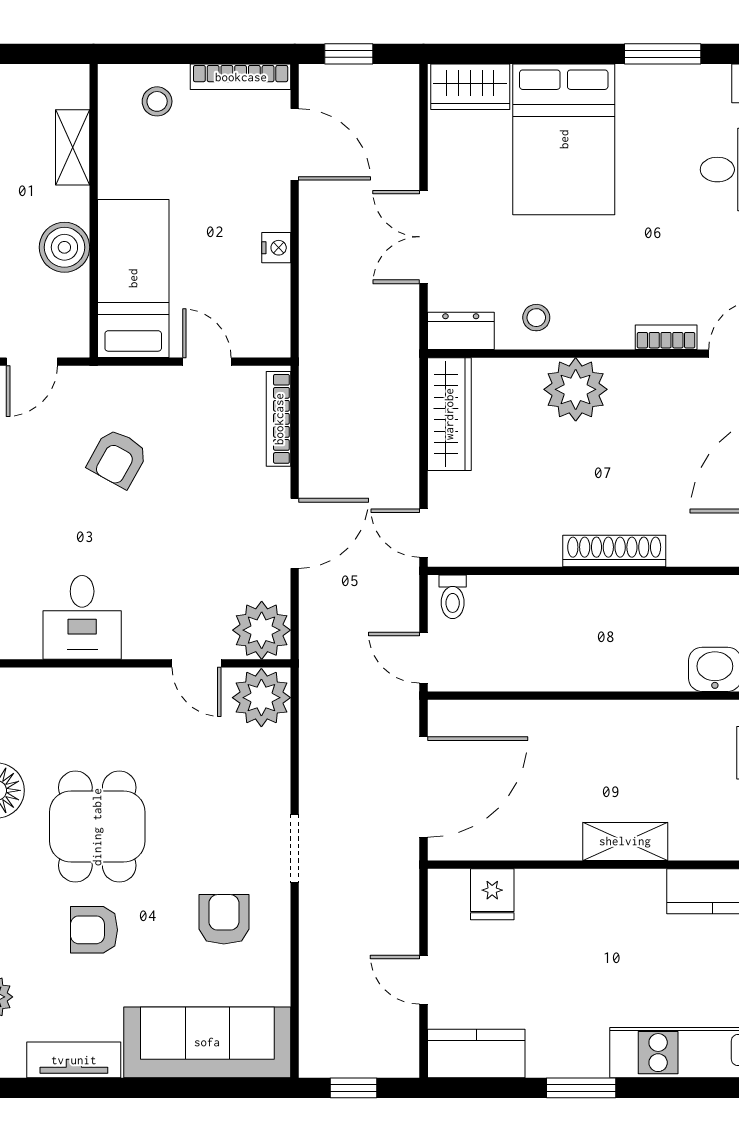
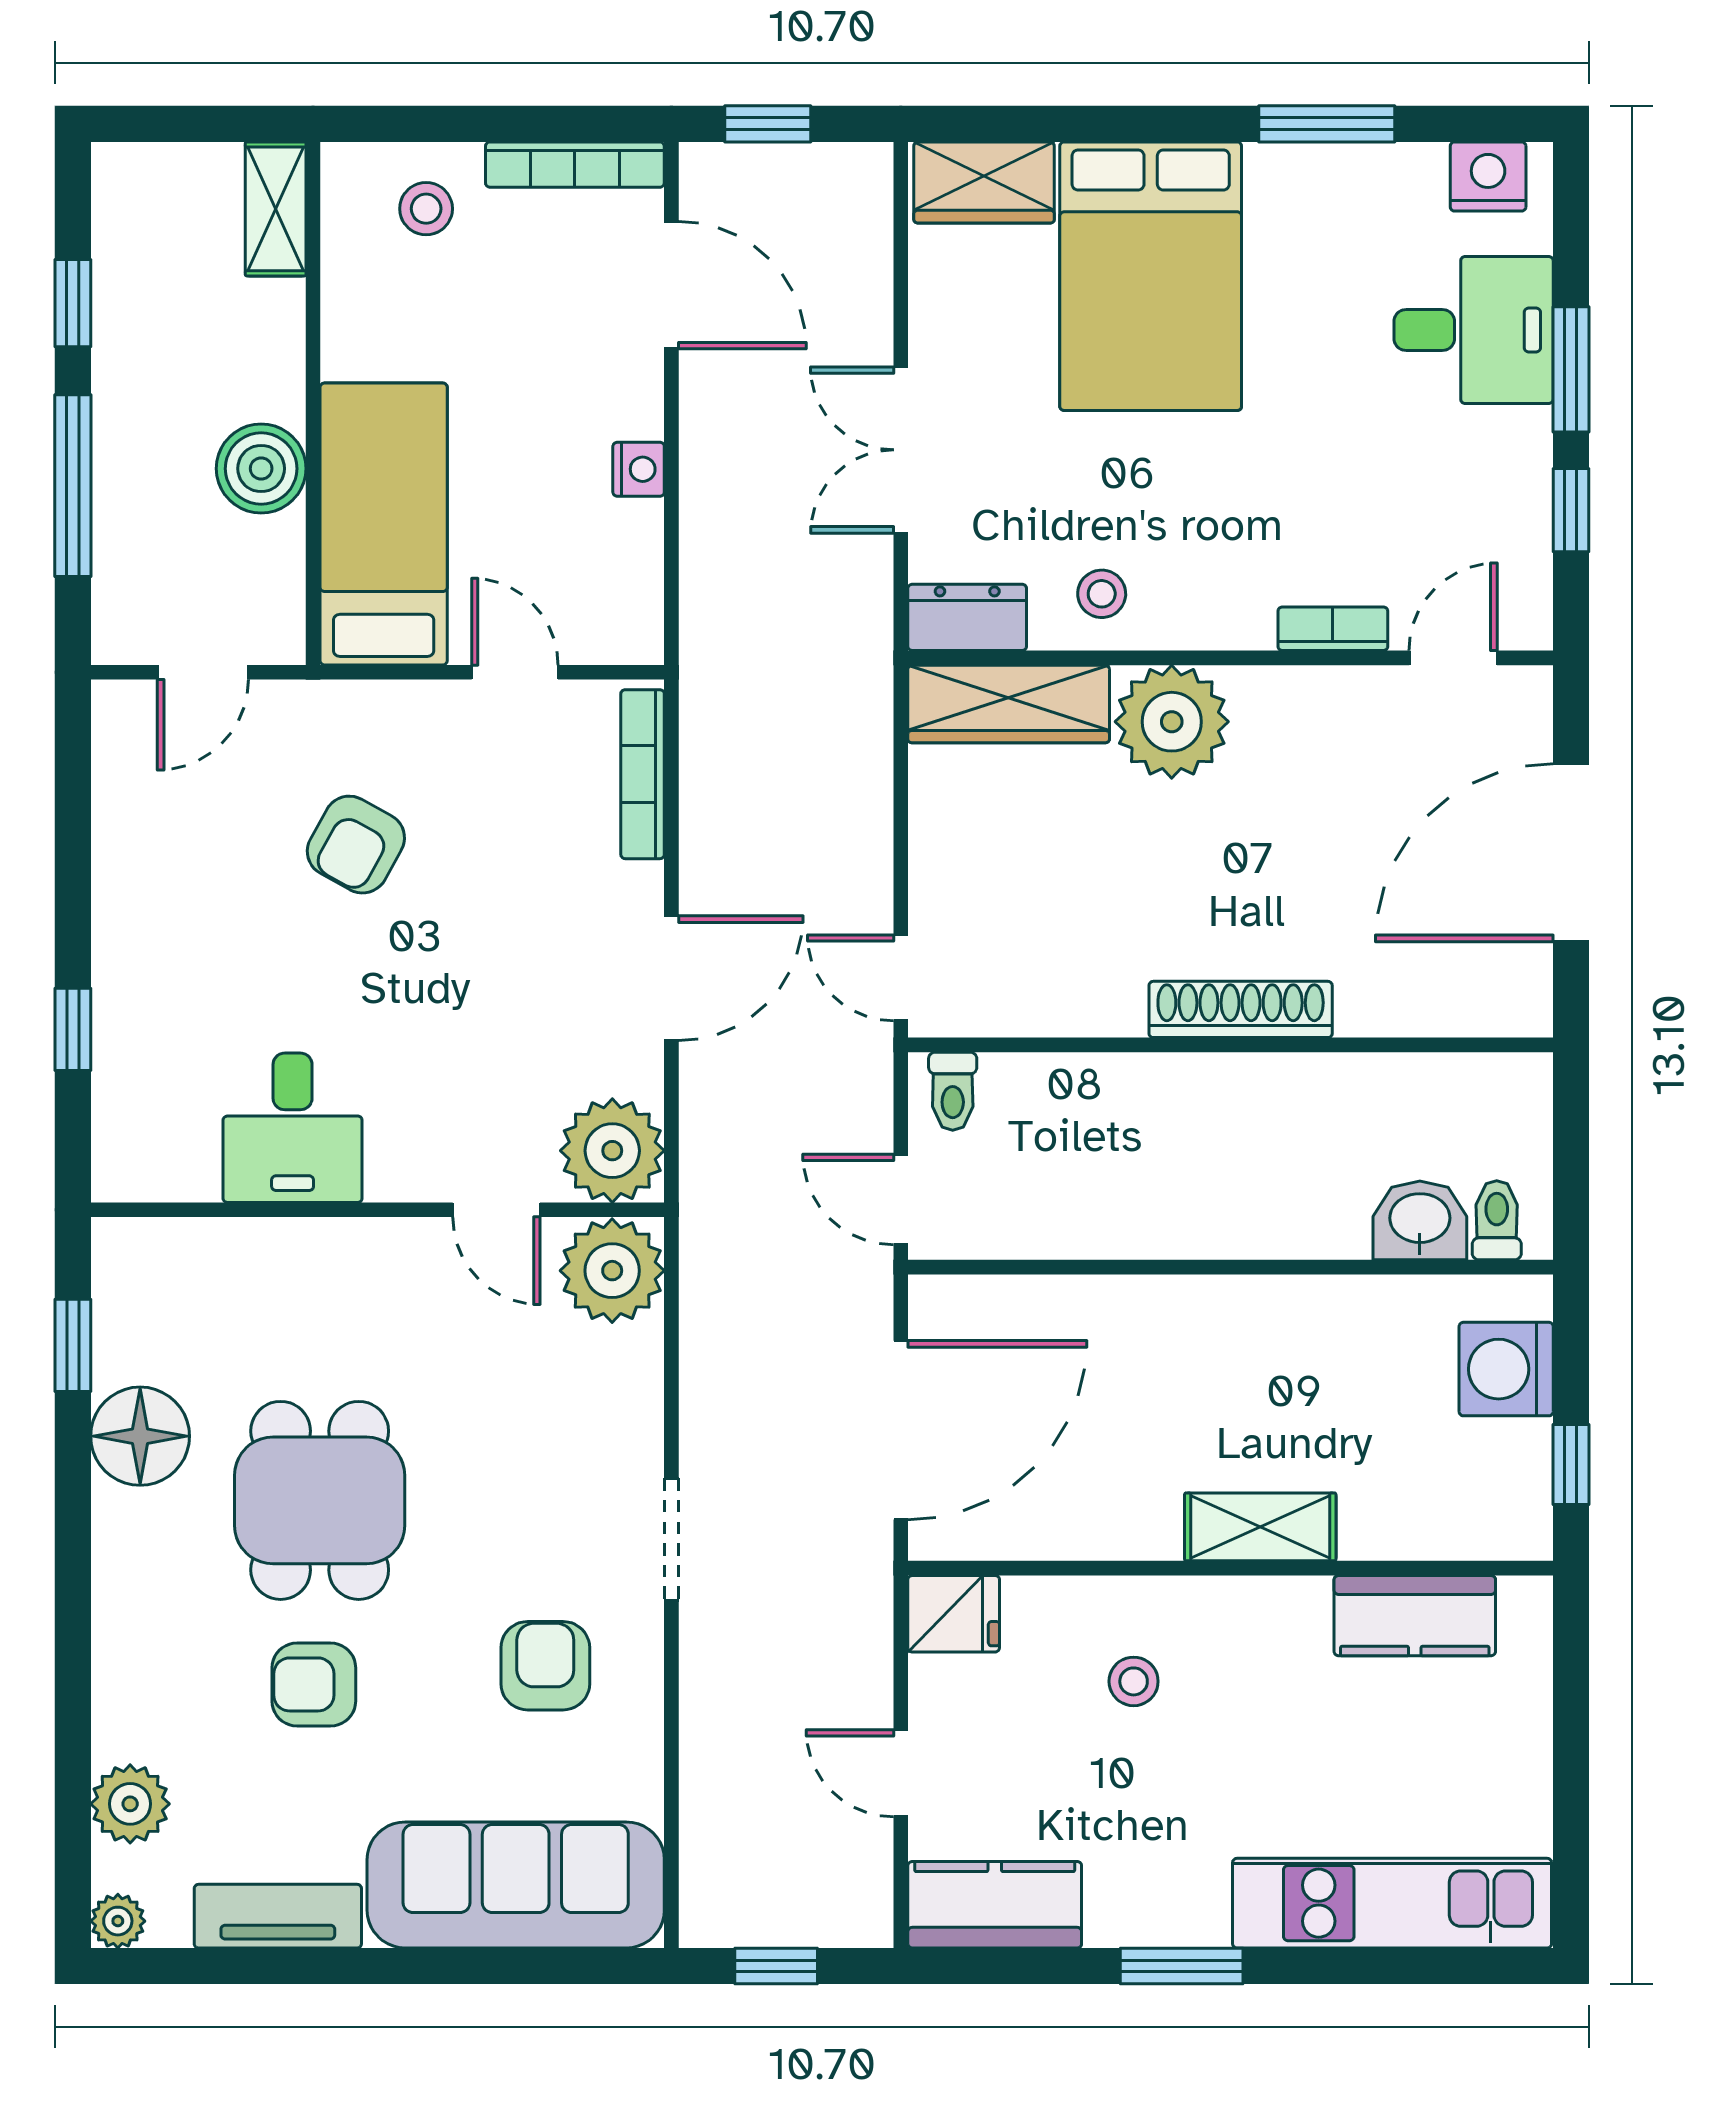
shelving: (73, 147) -> (276, 209), moved
wardrobe: (449, 414) -> (1009, 704), moved, turned 90
fridge: (492, 894) -> (954, 1614), moved, turned -90
stool: (554, 928) -> (1134, 1681), added

